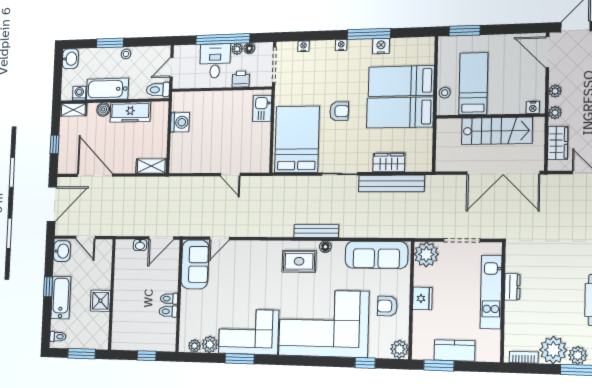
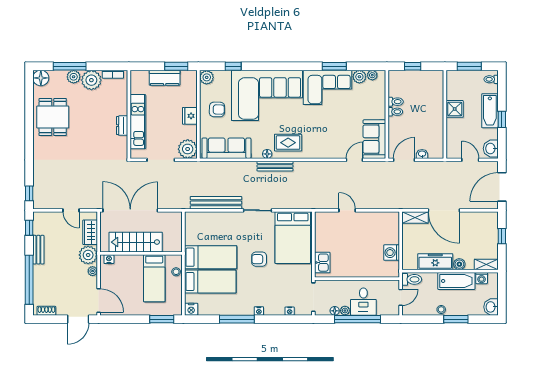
nightstand: (381, 46) -> (191, 309), moved
printer: (241, 79) -> (341, 286), removed
plant: (555, 113) -> (88, 255), width x1.88, depth x1.88
wardrobe: (389, 163) -> (218, 219), removed
door: (95, 175) -> (444, 210), moved

